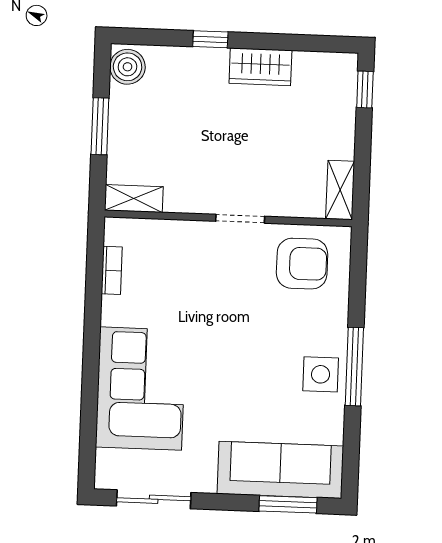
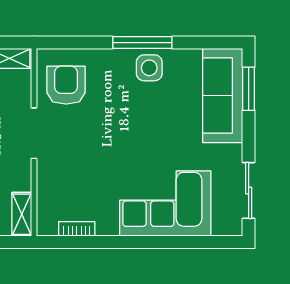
doorway: (240, 219) -> (34, 133), width x1.38

